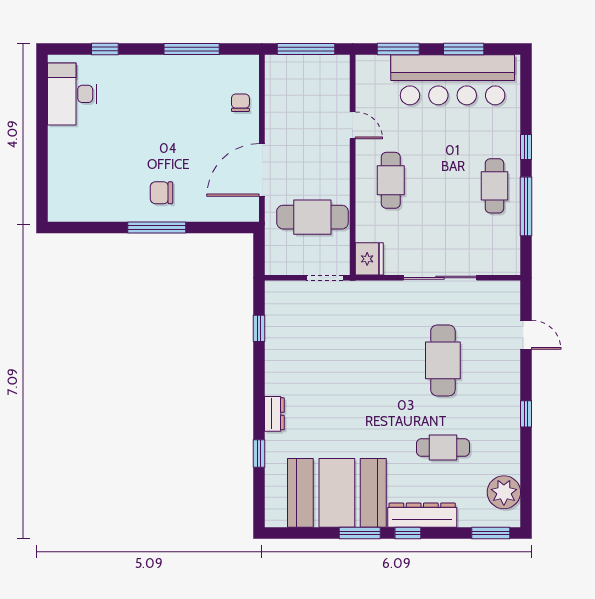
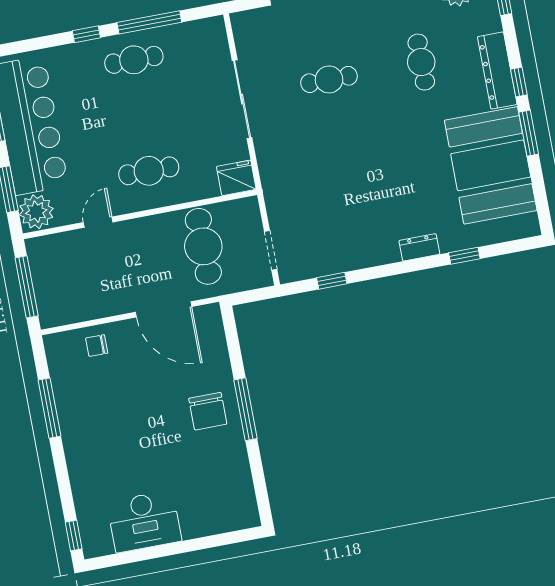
window: (105, 49) -> (74, 536), moved
plant: (373, 71) -> (36, 212), added
desk: (72, 94) -> (144, 521), moved
chair: (161, 193) -> (208, 411), width x1.37, depth x1.37
doorway: (325, 278) -> (271, 250), moved
cafe table: (443, 360) -> (329, 79), width x0.73, depth x0.74

